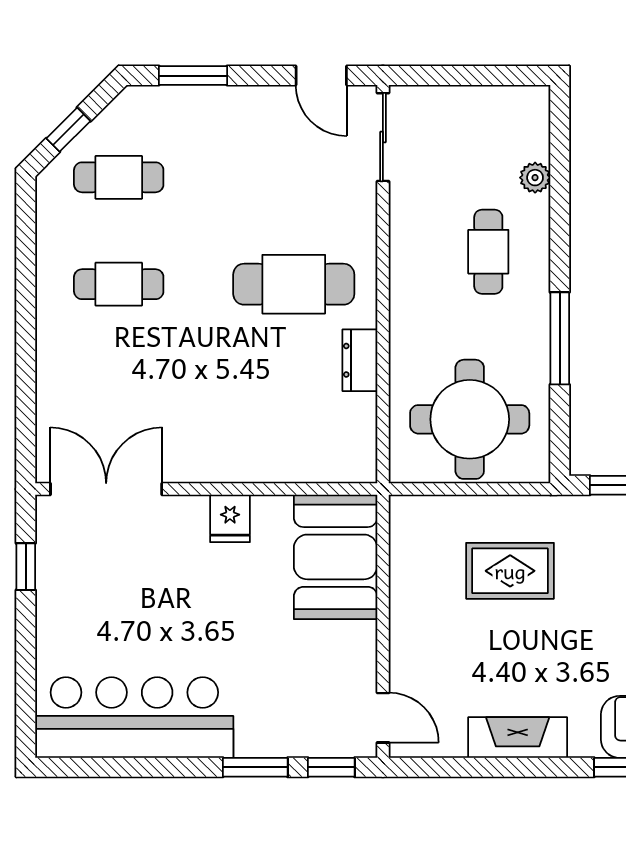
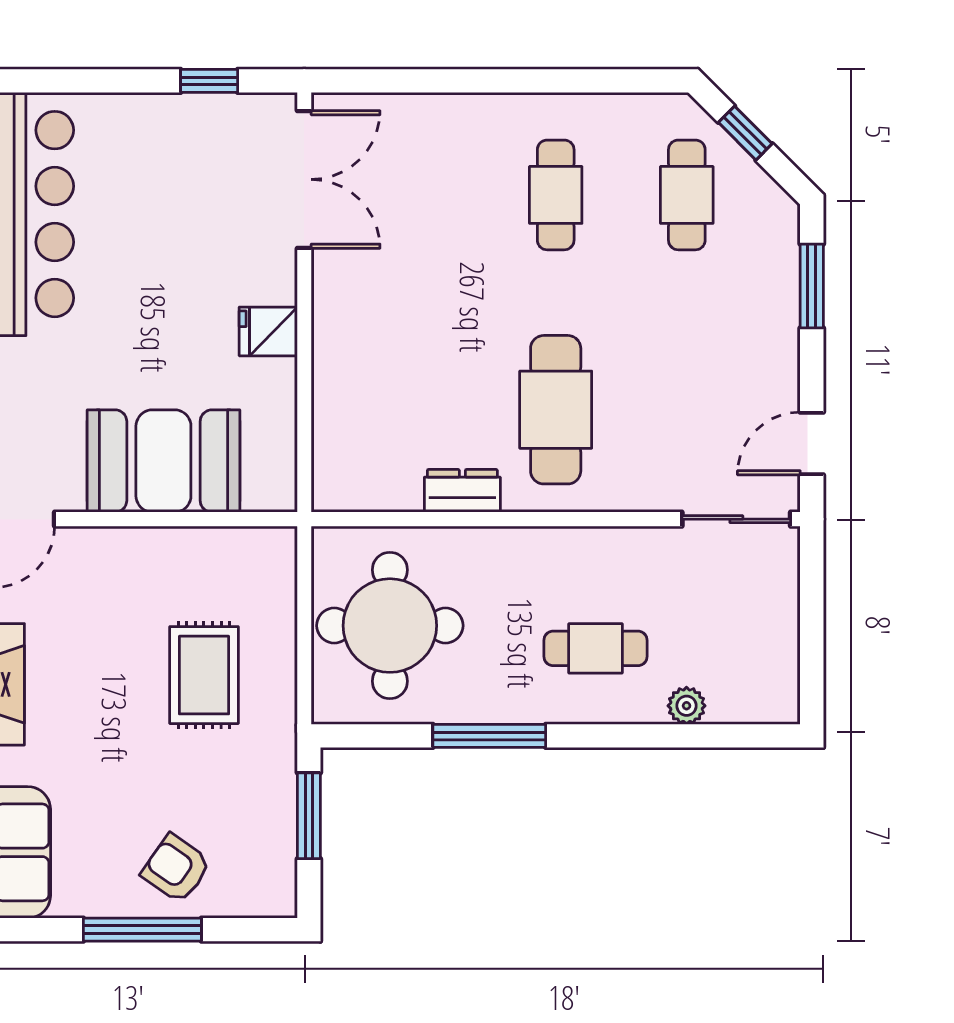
booth: (336, 557) -> (163, 461), moved

